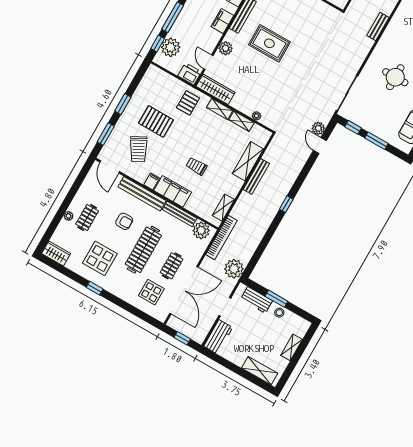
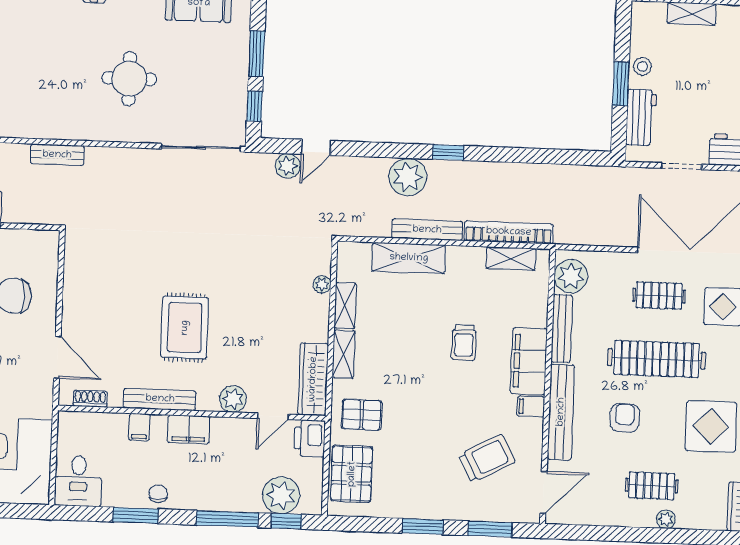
pallet: (156, 121) -> (352, 474), moved
bookcase: (221, 237) -> (509, 232), moved
plant: (234, 269) -> (408, 177), moved

